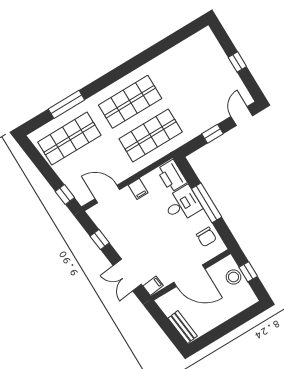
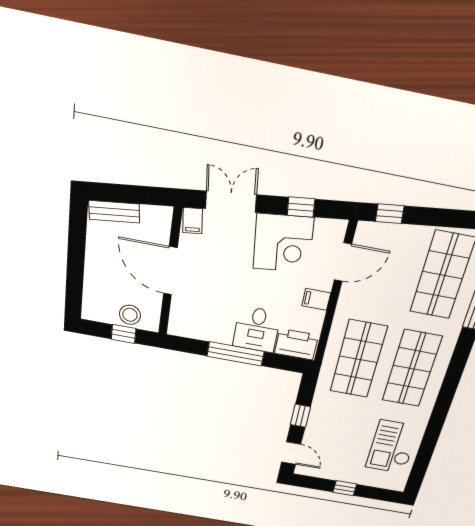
checkout: (185, 63) -> (392, 447), added
corner desk: (125, 232) -> (283, 243), added
chair: (206, 237) -> (199, 324), removed
door: (189, 276) -> (170, 271), hinge flipped

